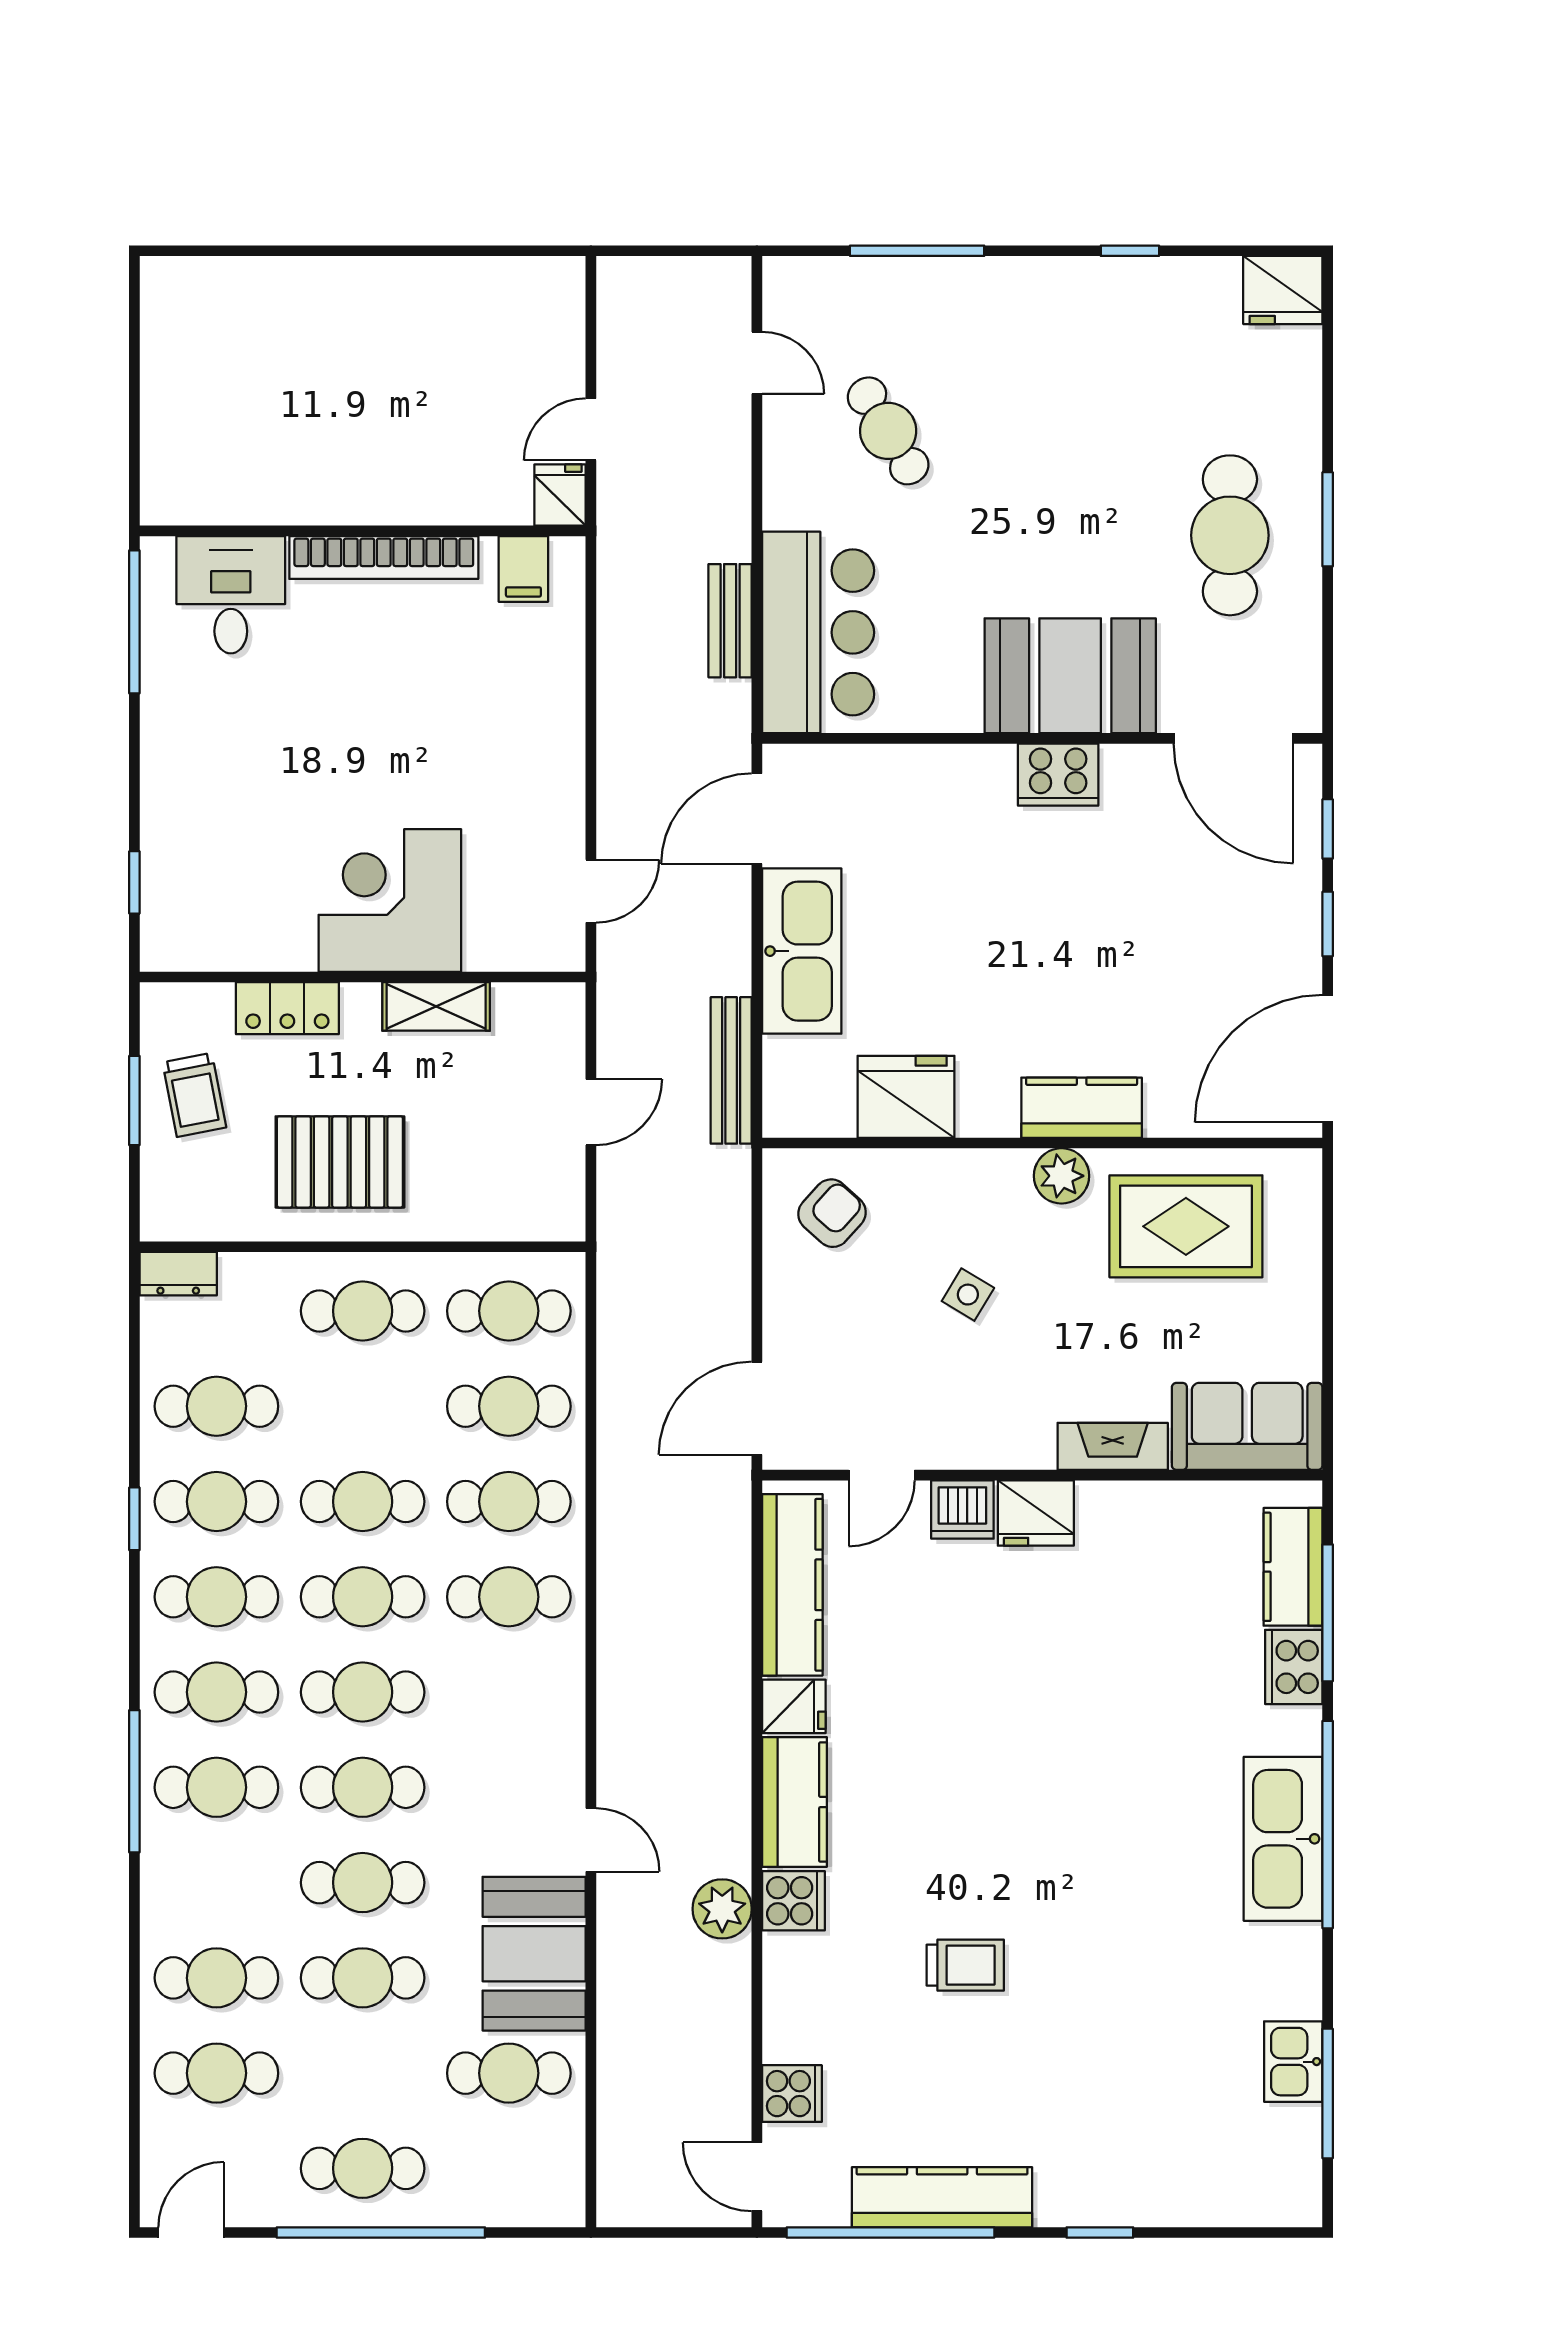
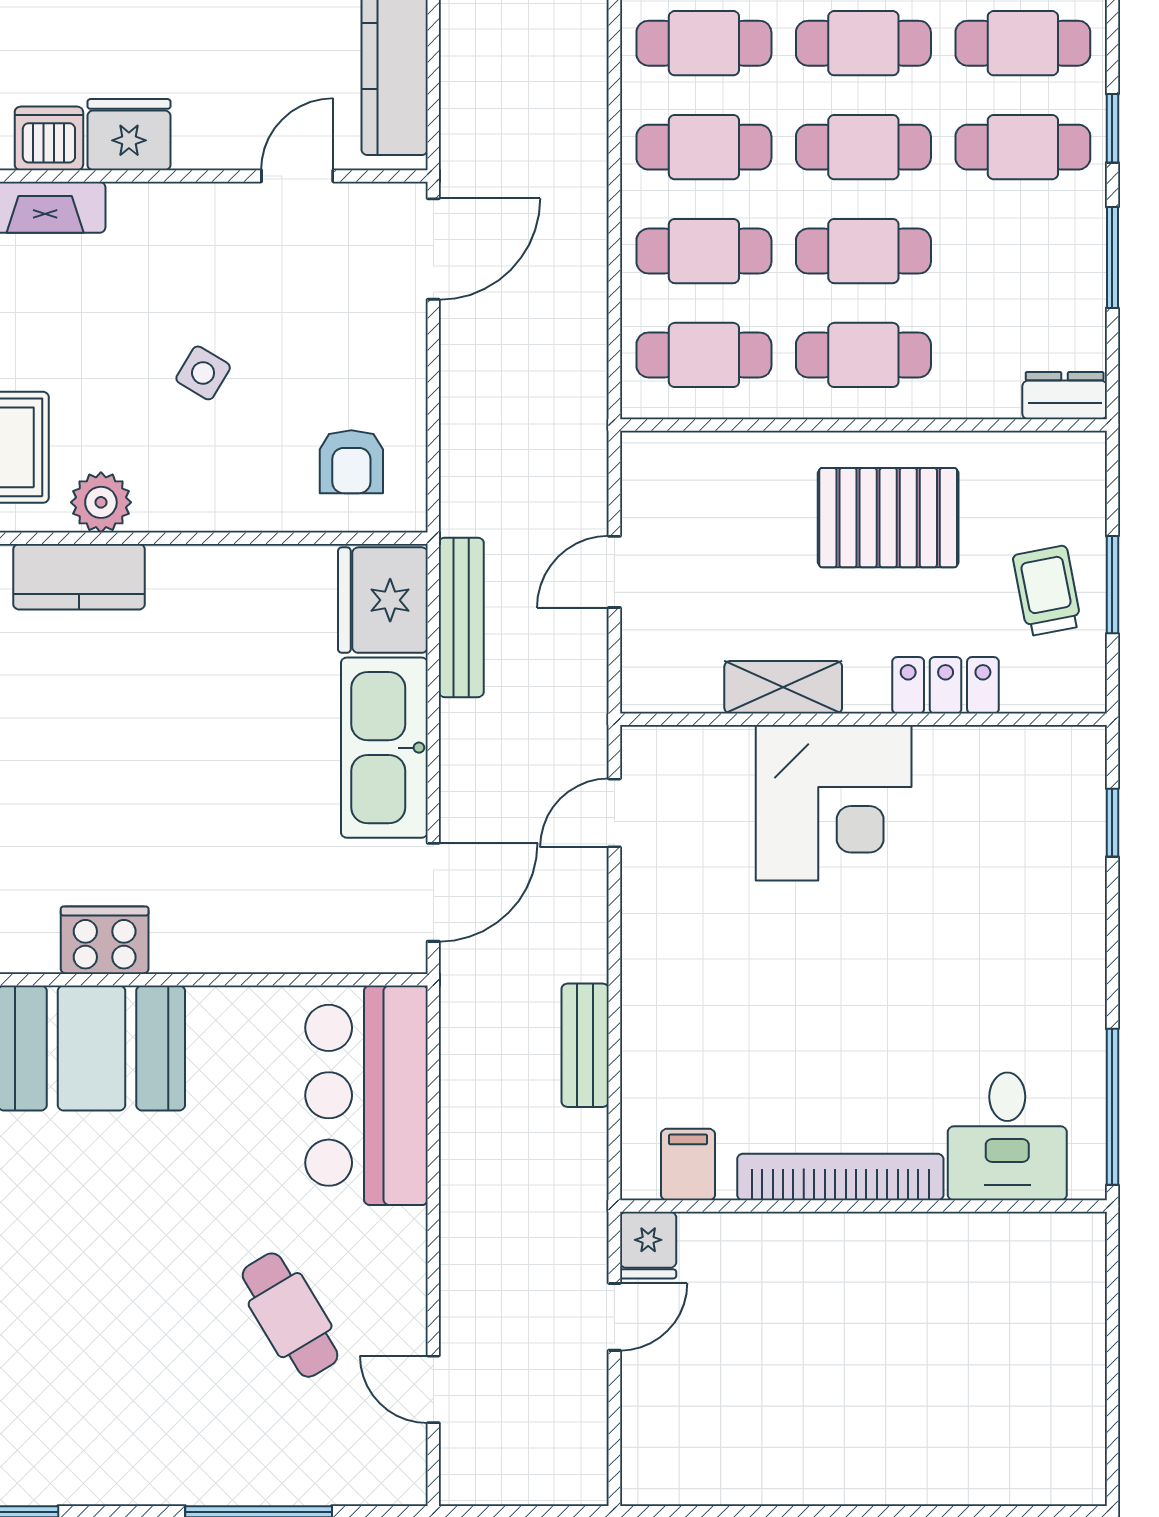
bench: (730, 621) -> (585, 1045), moved
fridge: (906, 1097) -> (383, 600), moved, turned 90
armchair: (832, 1213) -> (351, 462), turned -42
window: (134, 1400) -> (1112, 258), added
cafe table: (216, 1406) -> (863, 251), moved
dishwasher: (962, 1510) -> (49, 138), moved

